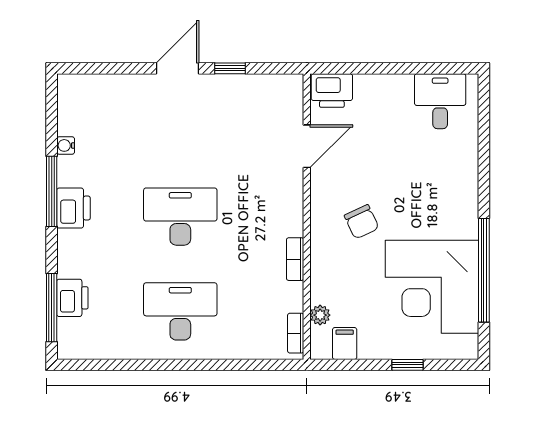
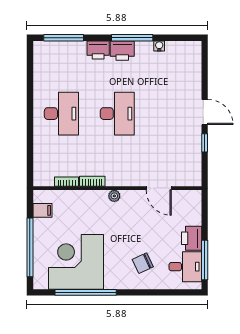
window: (429, 68) -> (205, 260), added
printer: (332, 91) -> (192, 238), moved
chair: (362, 222) -> (143, 263), moved
printer: (72, 298) -> (98, 50), moved
plant: (320, 315) -> (114, 196), moved
bookcase: (296, 333) -> (67, 182), moved
window: (407, 365) -> (30, 247), width x3.17

